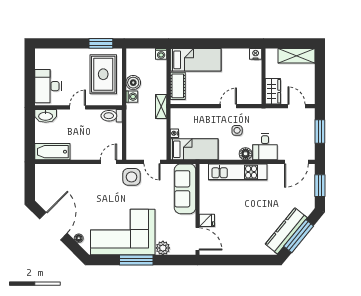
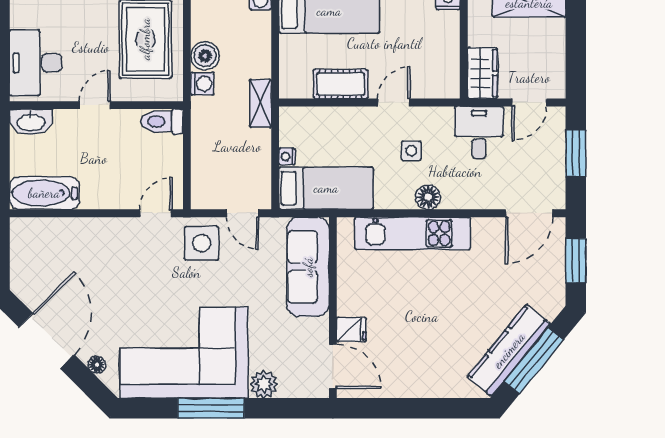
cot: (178, 86) -> (341, 84), moved, turned 90
door: (297, 106) -> (529, 103), swing flipped
desk: (265, 147) -> (479, 132), moved, turned 180

